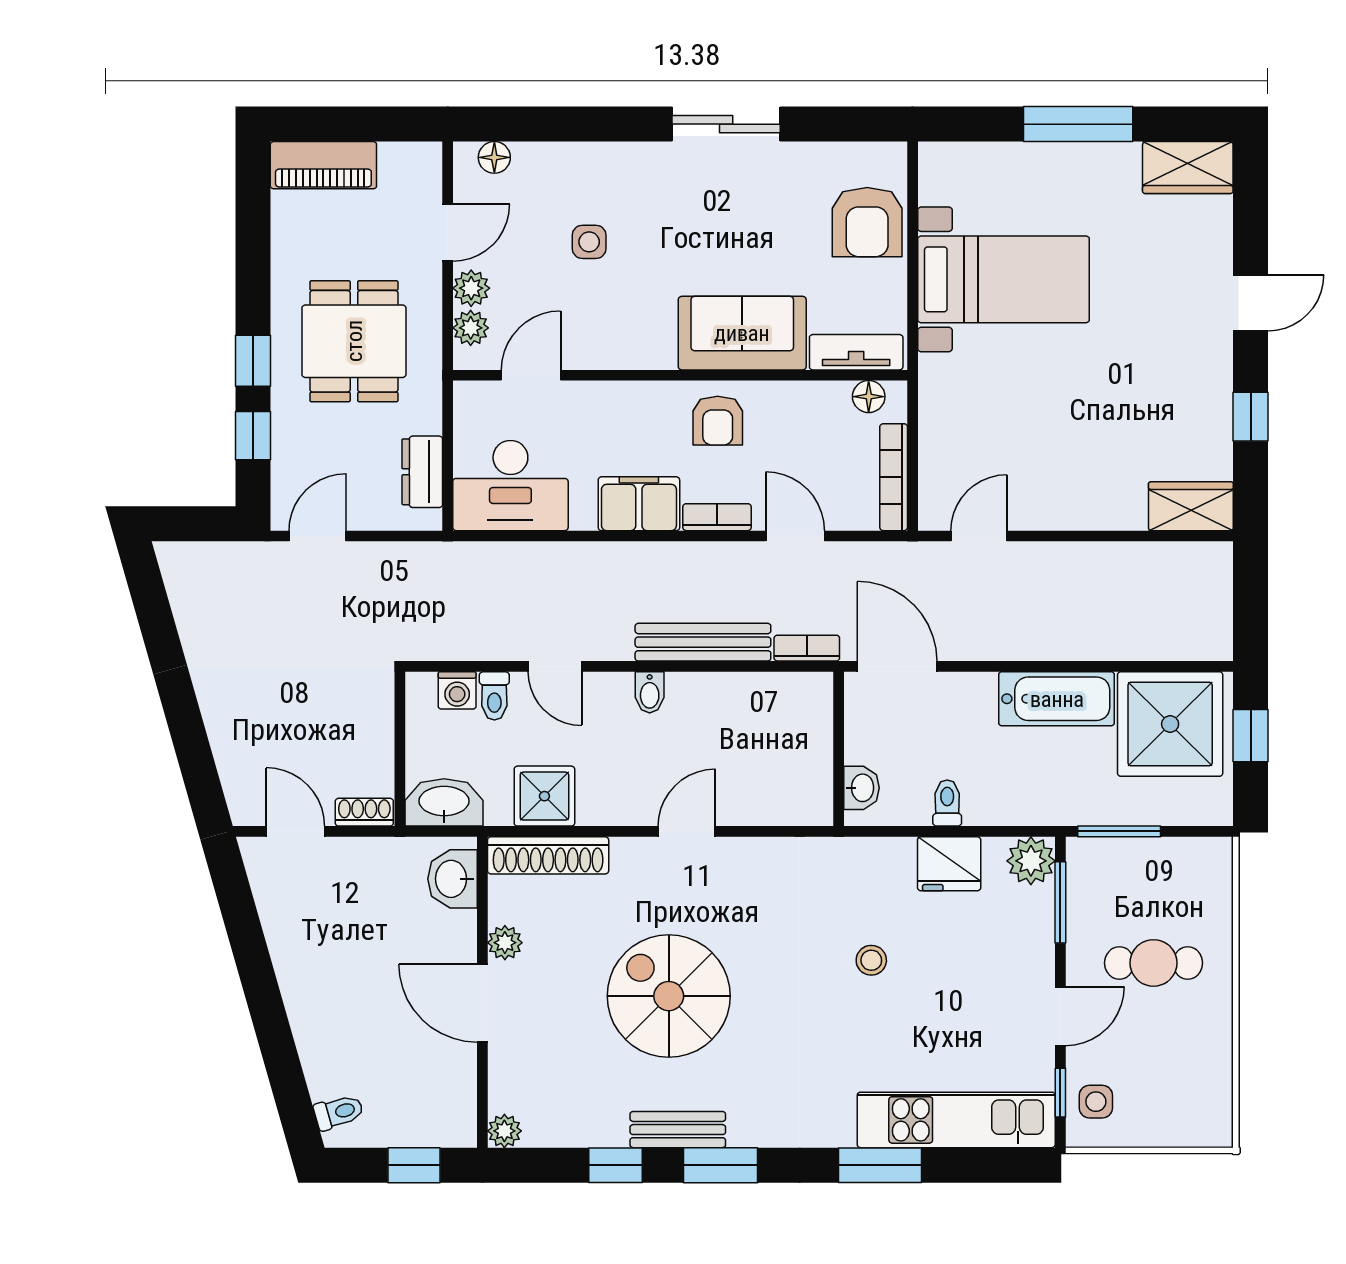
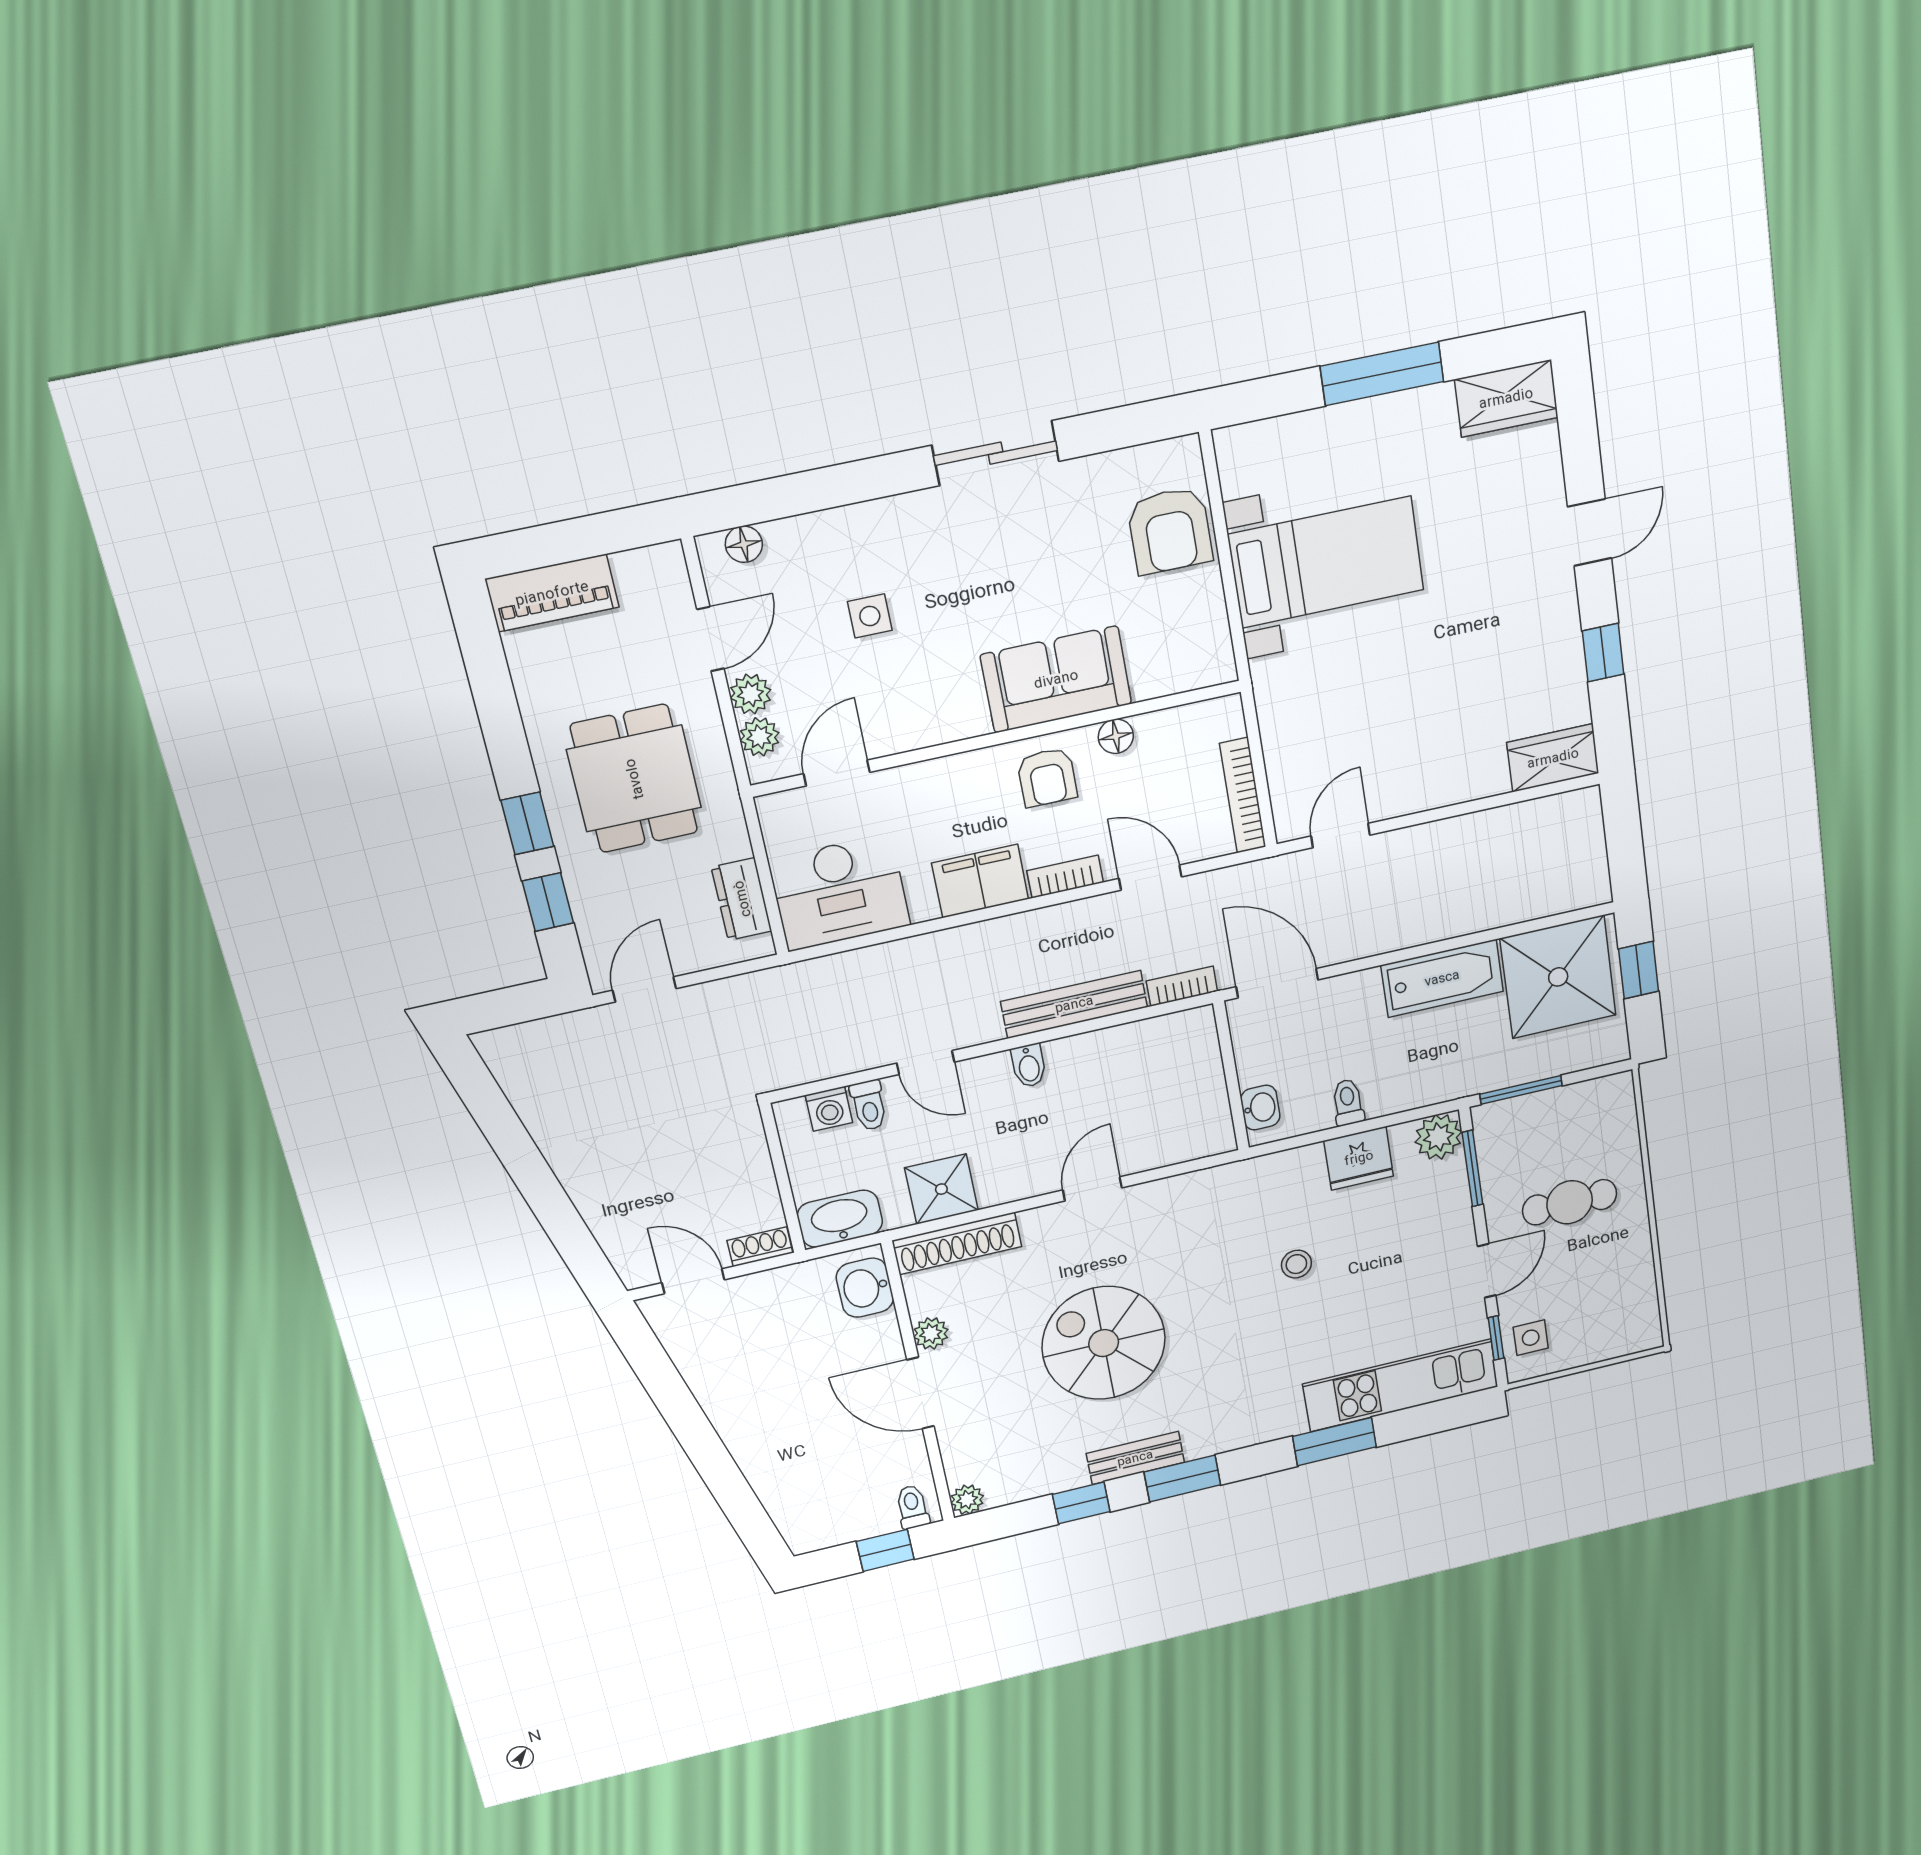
tv unit: (856, 352) -> (1182, 674), removed
floor lamp: (869, 397) -> (1116, 736), moved
toilet: (339, 1112) -> (912, 1507), moved, turned -74

